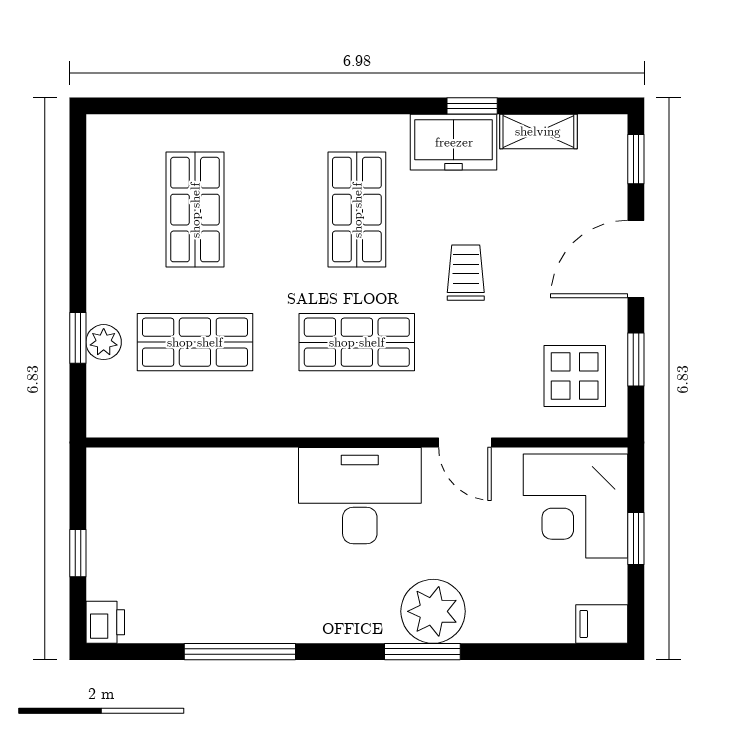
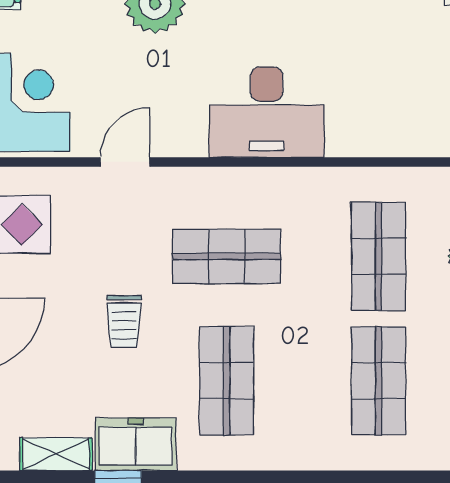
shop shelf: (195, 342) -> (379, 256), turned 90
door: (465, 443) -> (125, 162), hinge flipped
desk: (360, 496) -> (267, 112), moved

